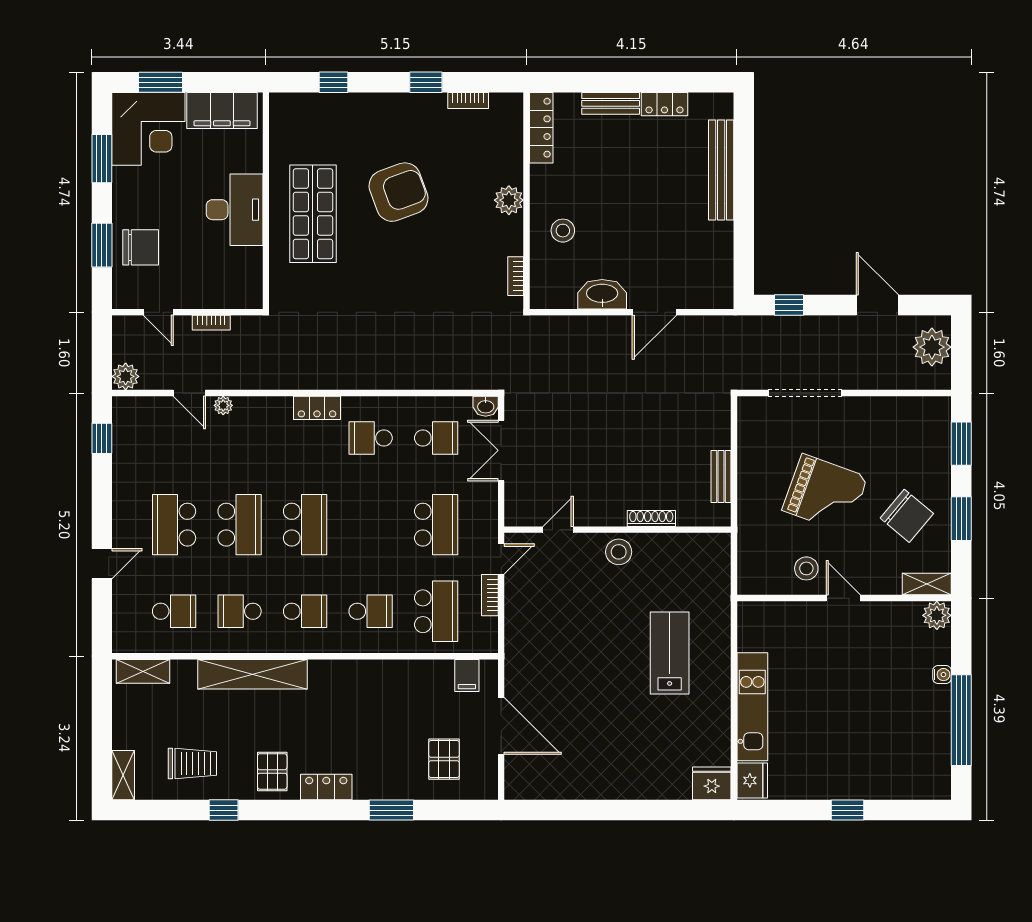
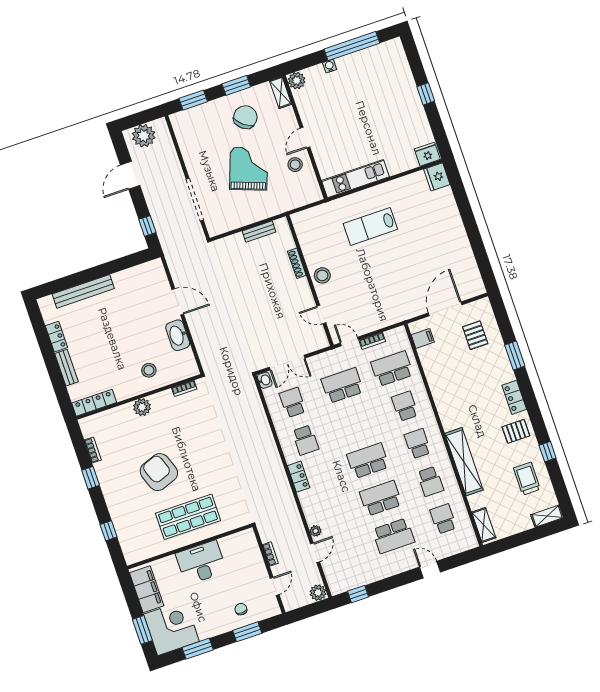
chair: (141, 247) -> (241, 609), width x0.54, depth x0.54
kitchen unit: (752, 707) -> (355, 179), moved
pallet: (444, 759) -> (475, 335), turned 90

